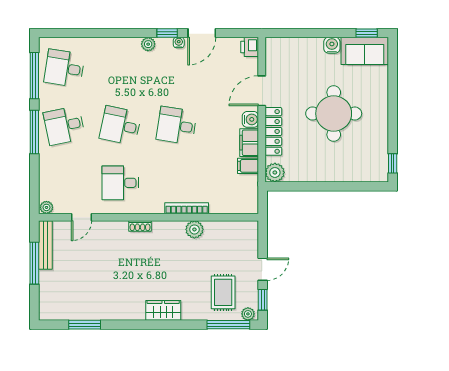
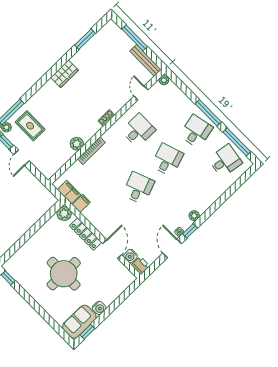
water cooler: (250, 119) -> (130, 256), moved
desk: (120, 126) -> (167, 160), turned -30
desk: (177, 126) -> (138, 188), turned -30
filing cabinet: (249, 143) -> (69, 192), moved
window: (34, 263) -> (135, 38), moved
wardrobe: (163, 310) -> (64, 74), moved

